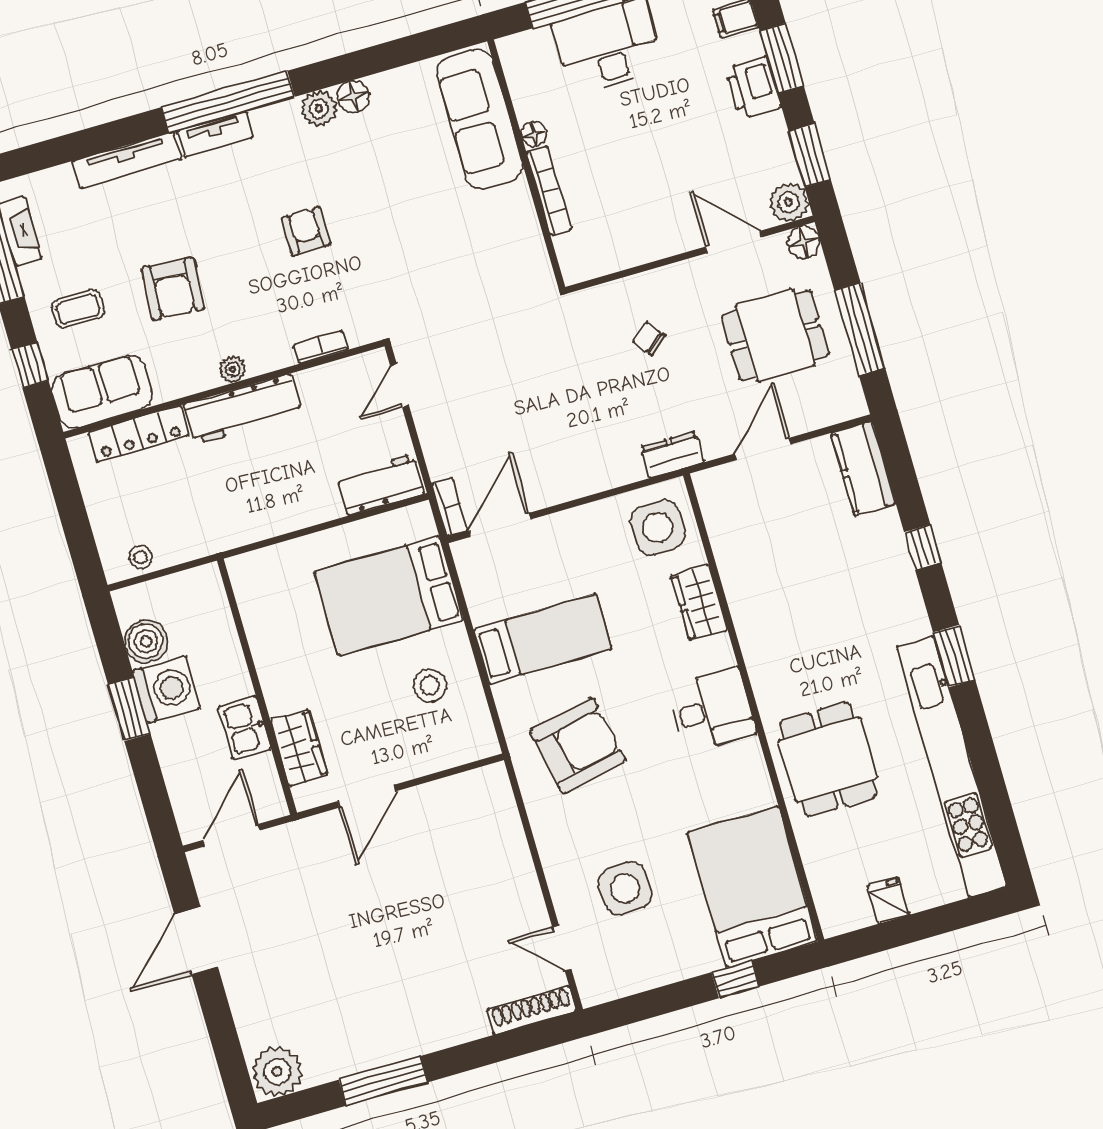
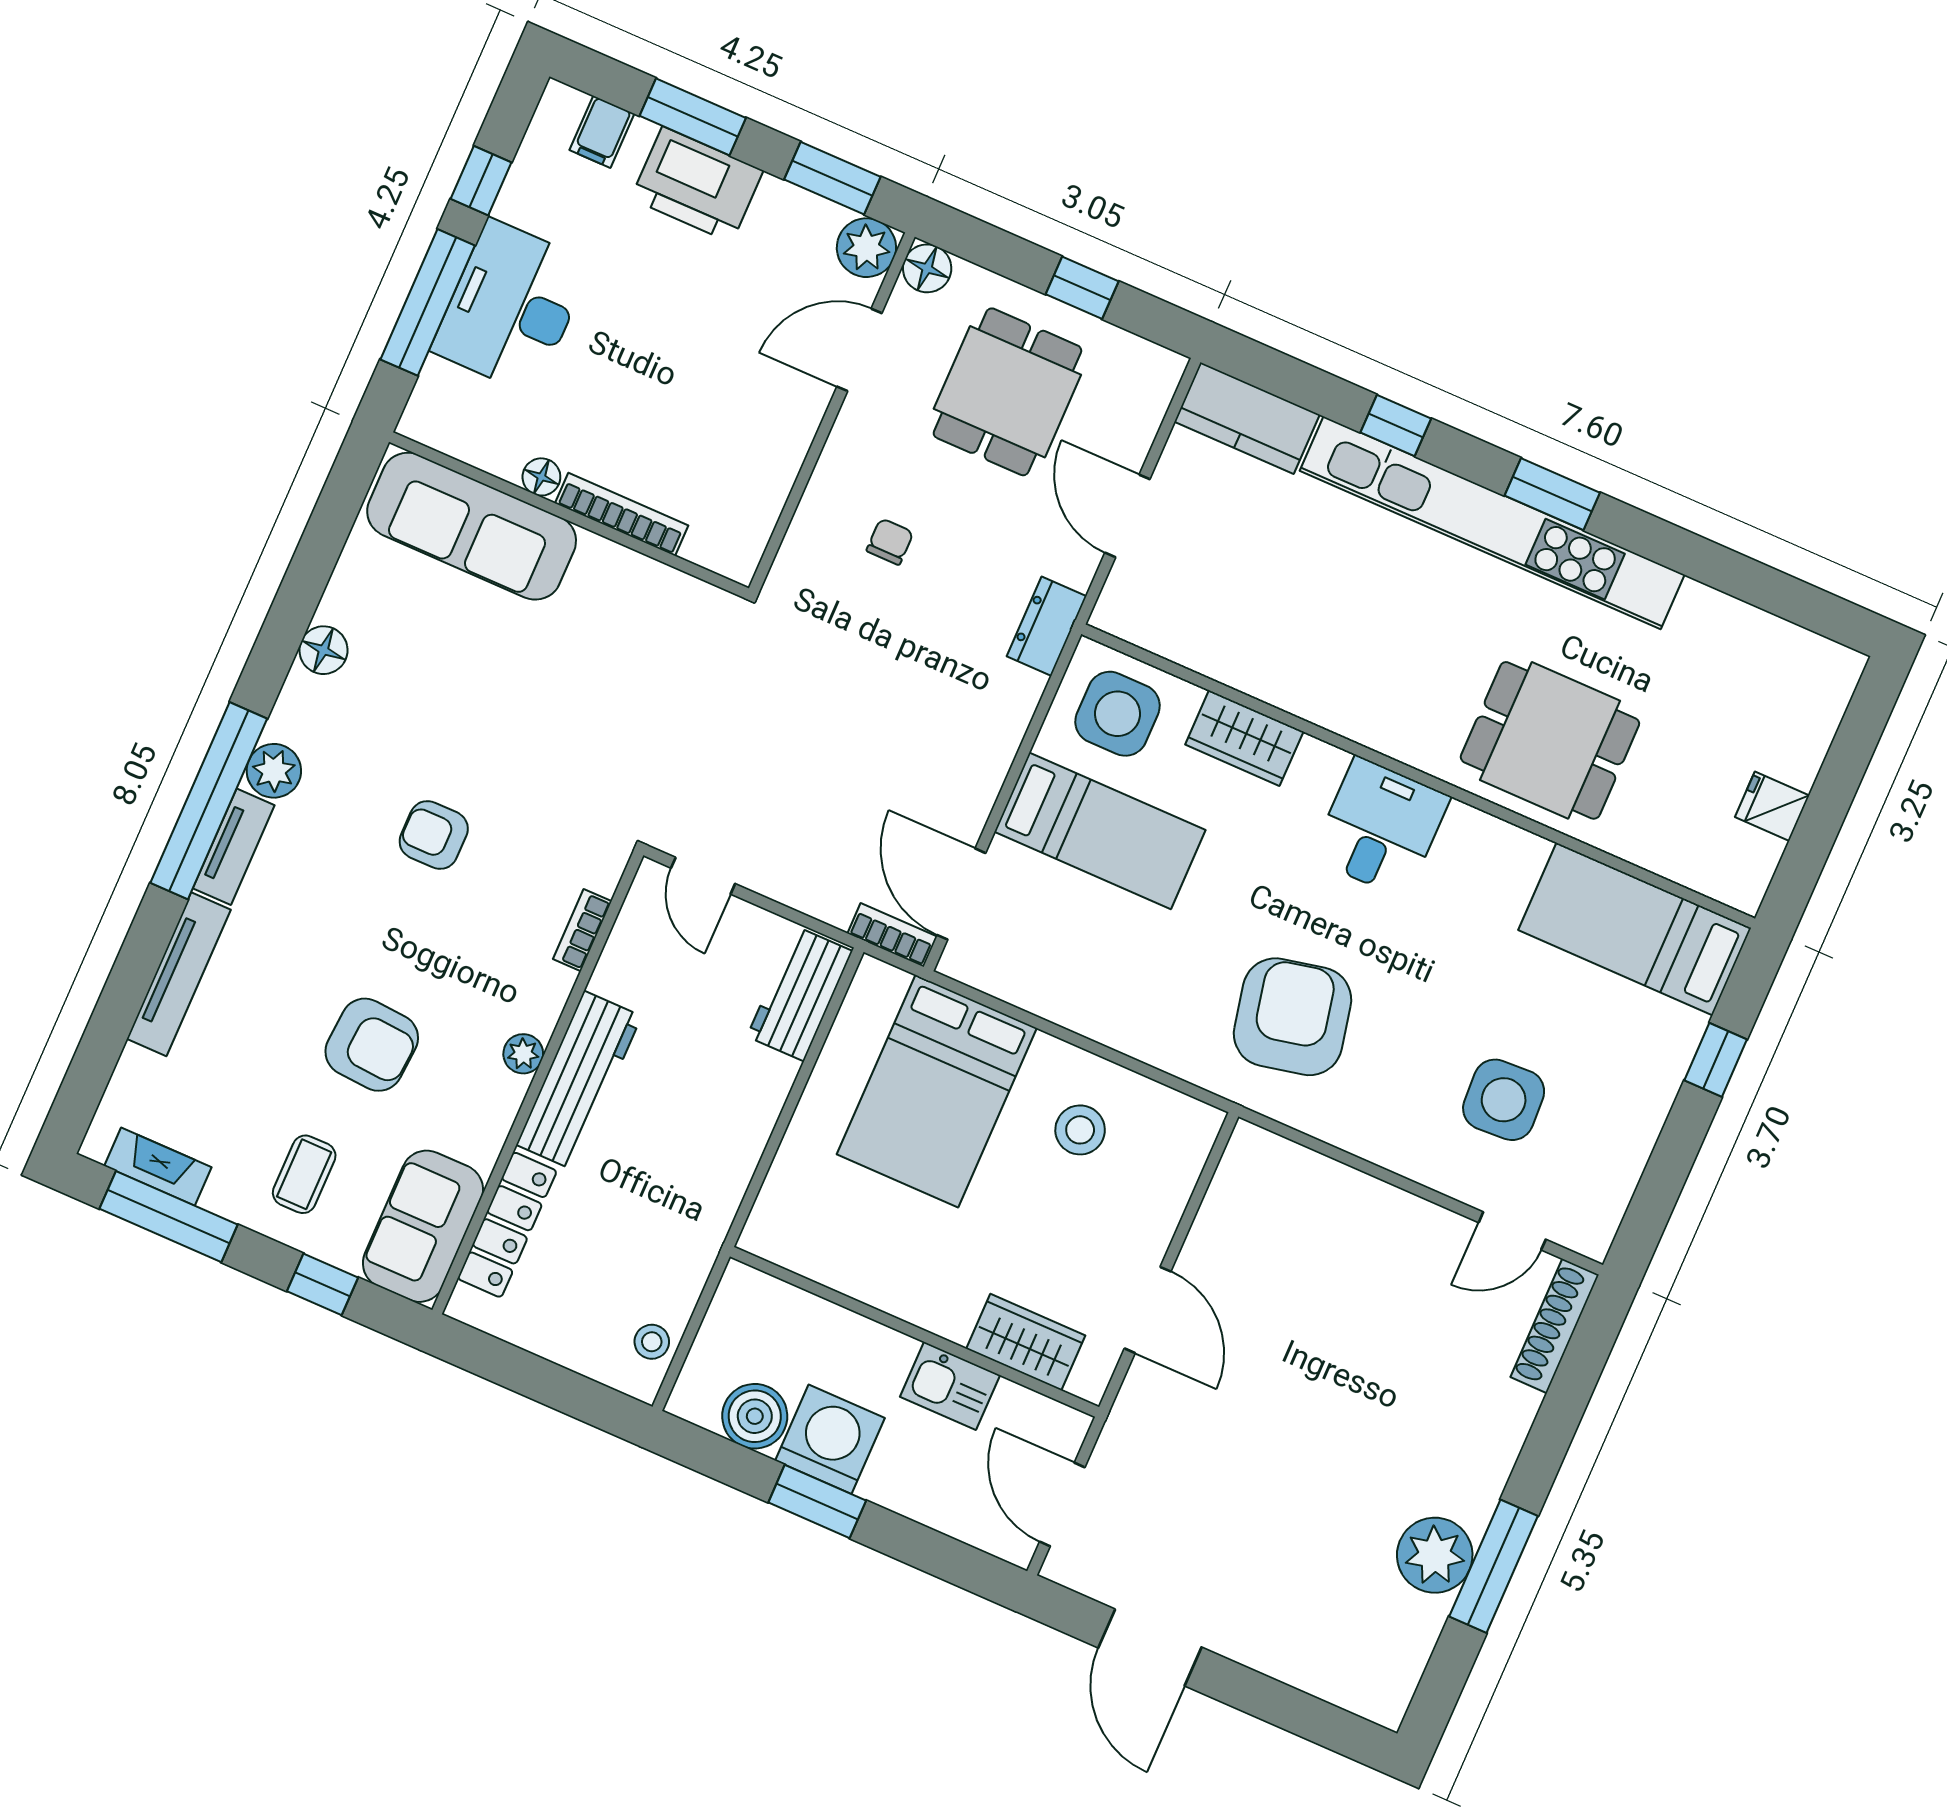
printer: (753, 88) -> (697, 185), width x1.37, depth x1.19
plant: (319, 109) -> (274, 771), moved
window: (860, 329) -> (1082, 288), width x0.46
chair: (649, 339) -> (890, 542), turned 129
bed: (543, 639) -> (1100, 831), moved, turned 90
kitchen unit: (951, 767) -> (1492, 523), moved
bed: (752, 887) -> (1635, 929), width x0.67
plant: (277, 1071) -> (1435, 1555), moved

